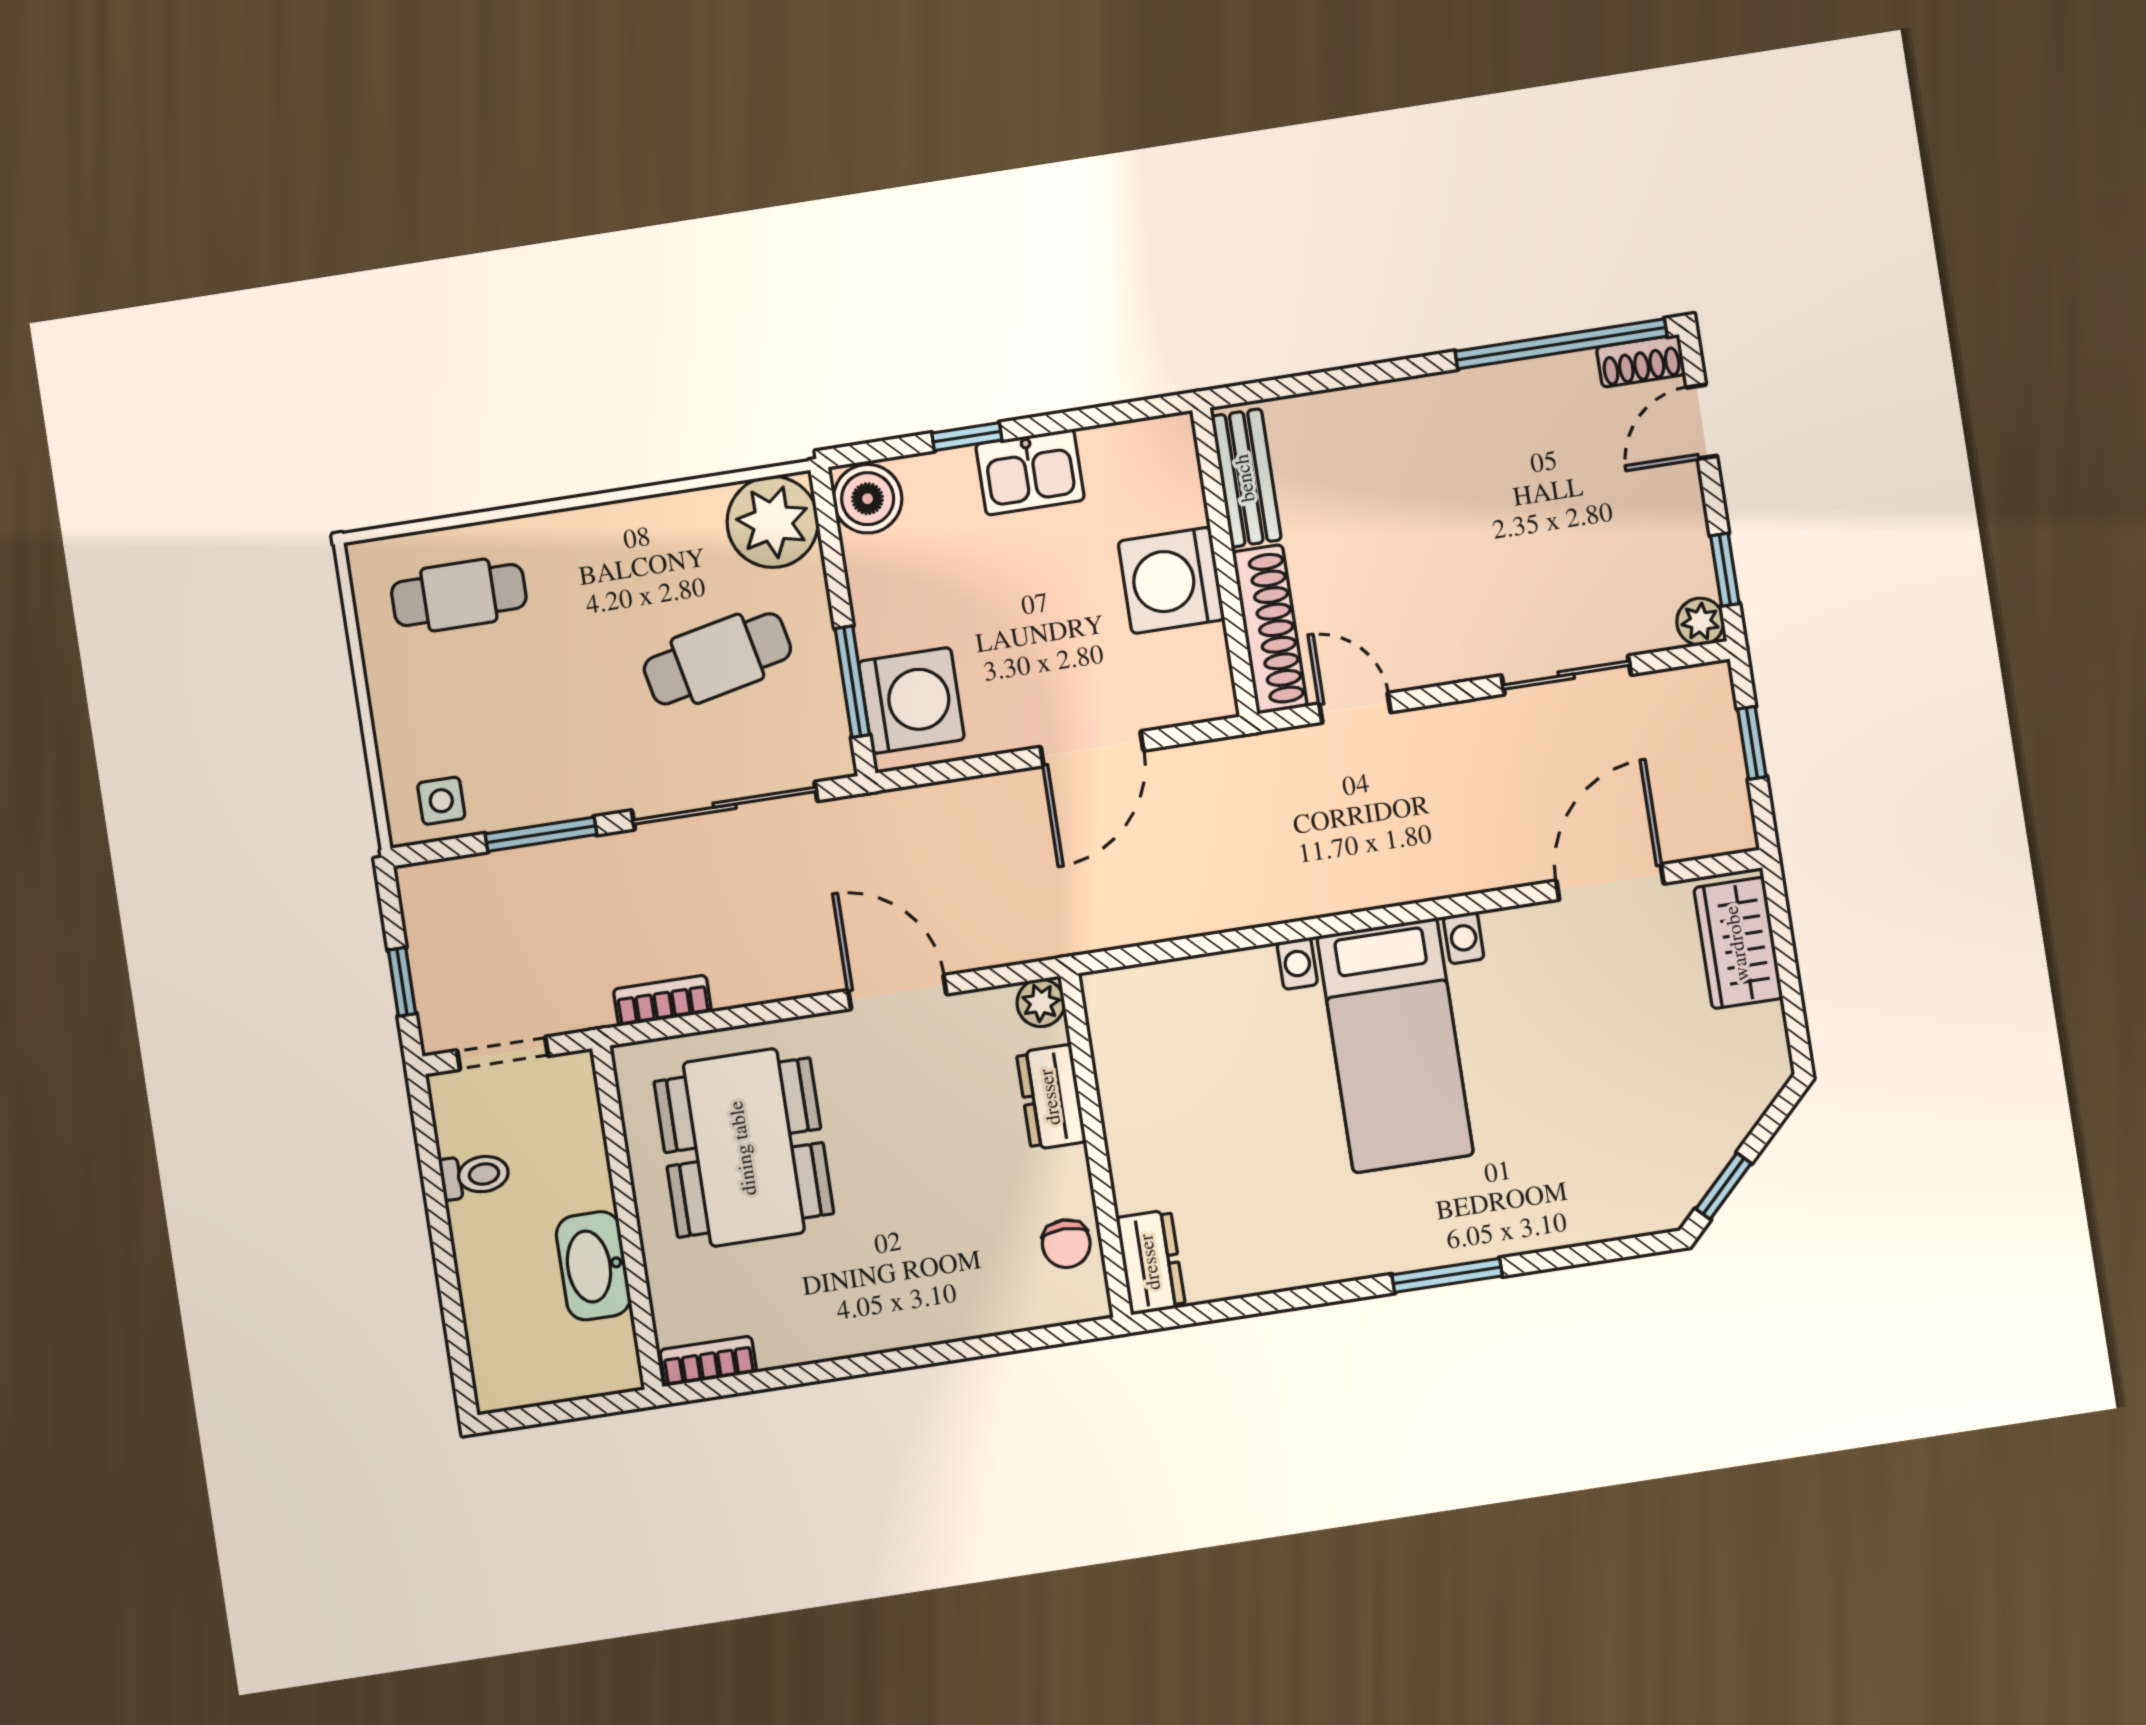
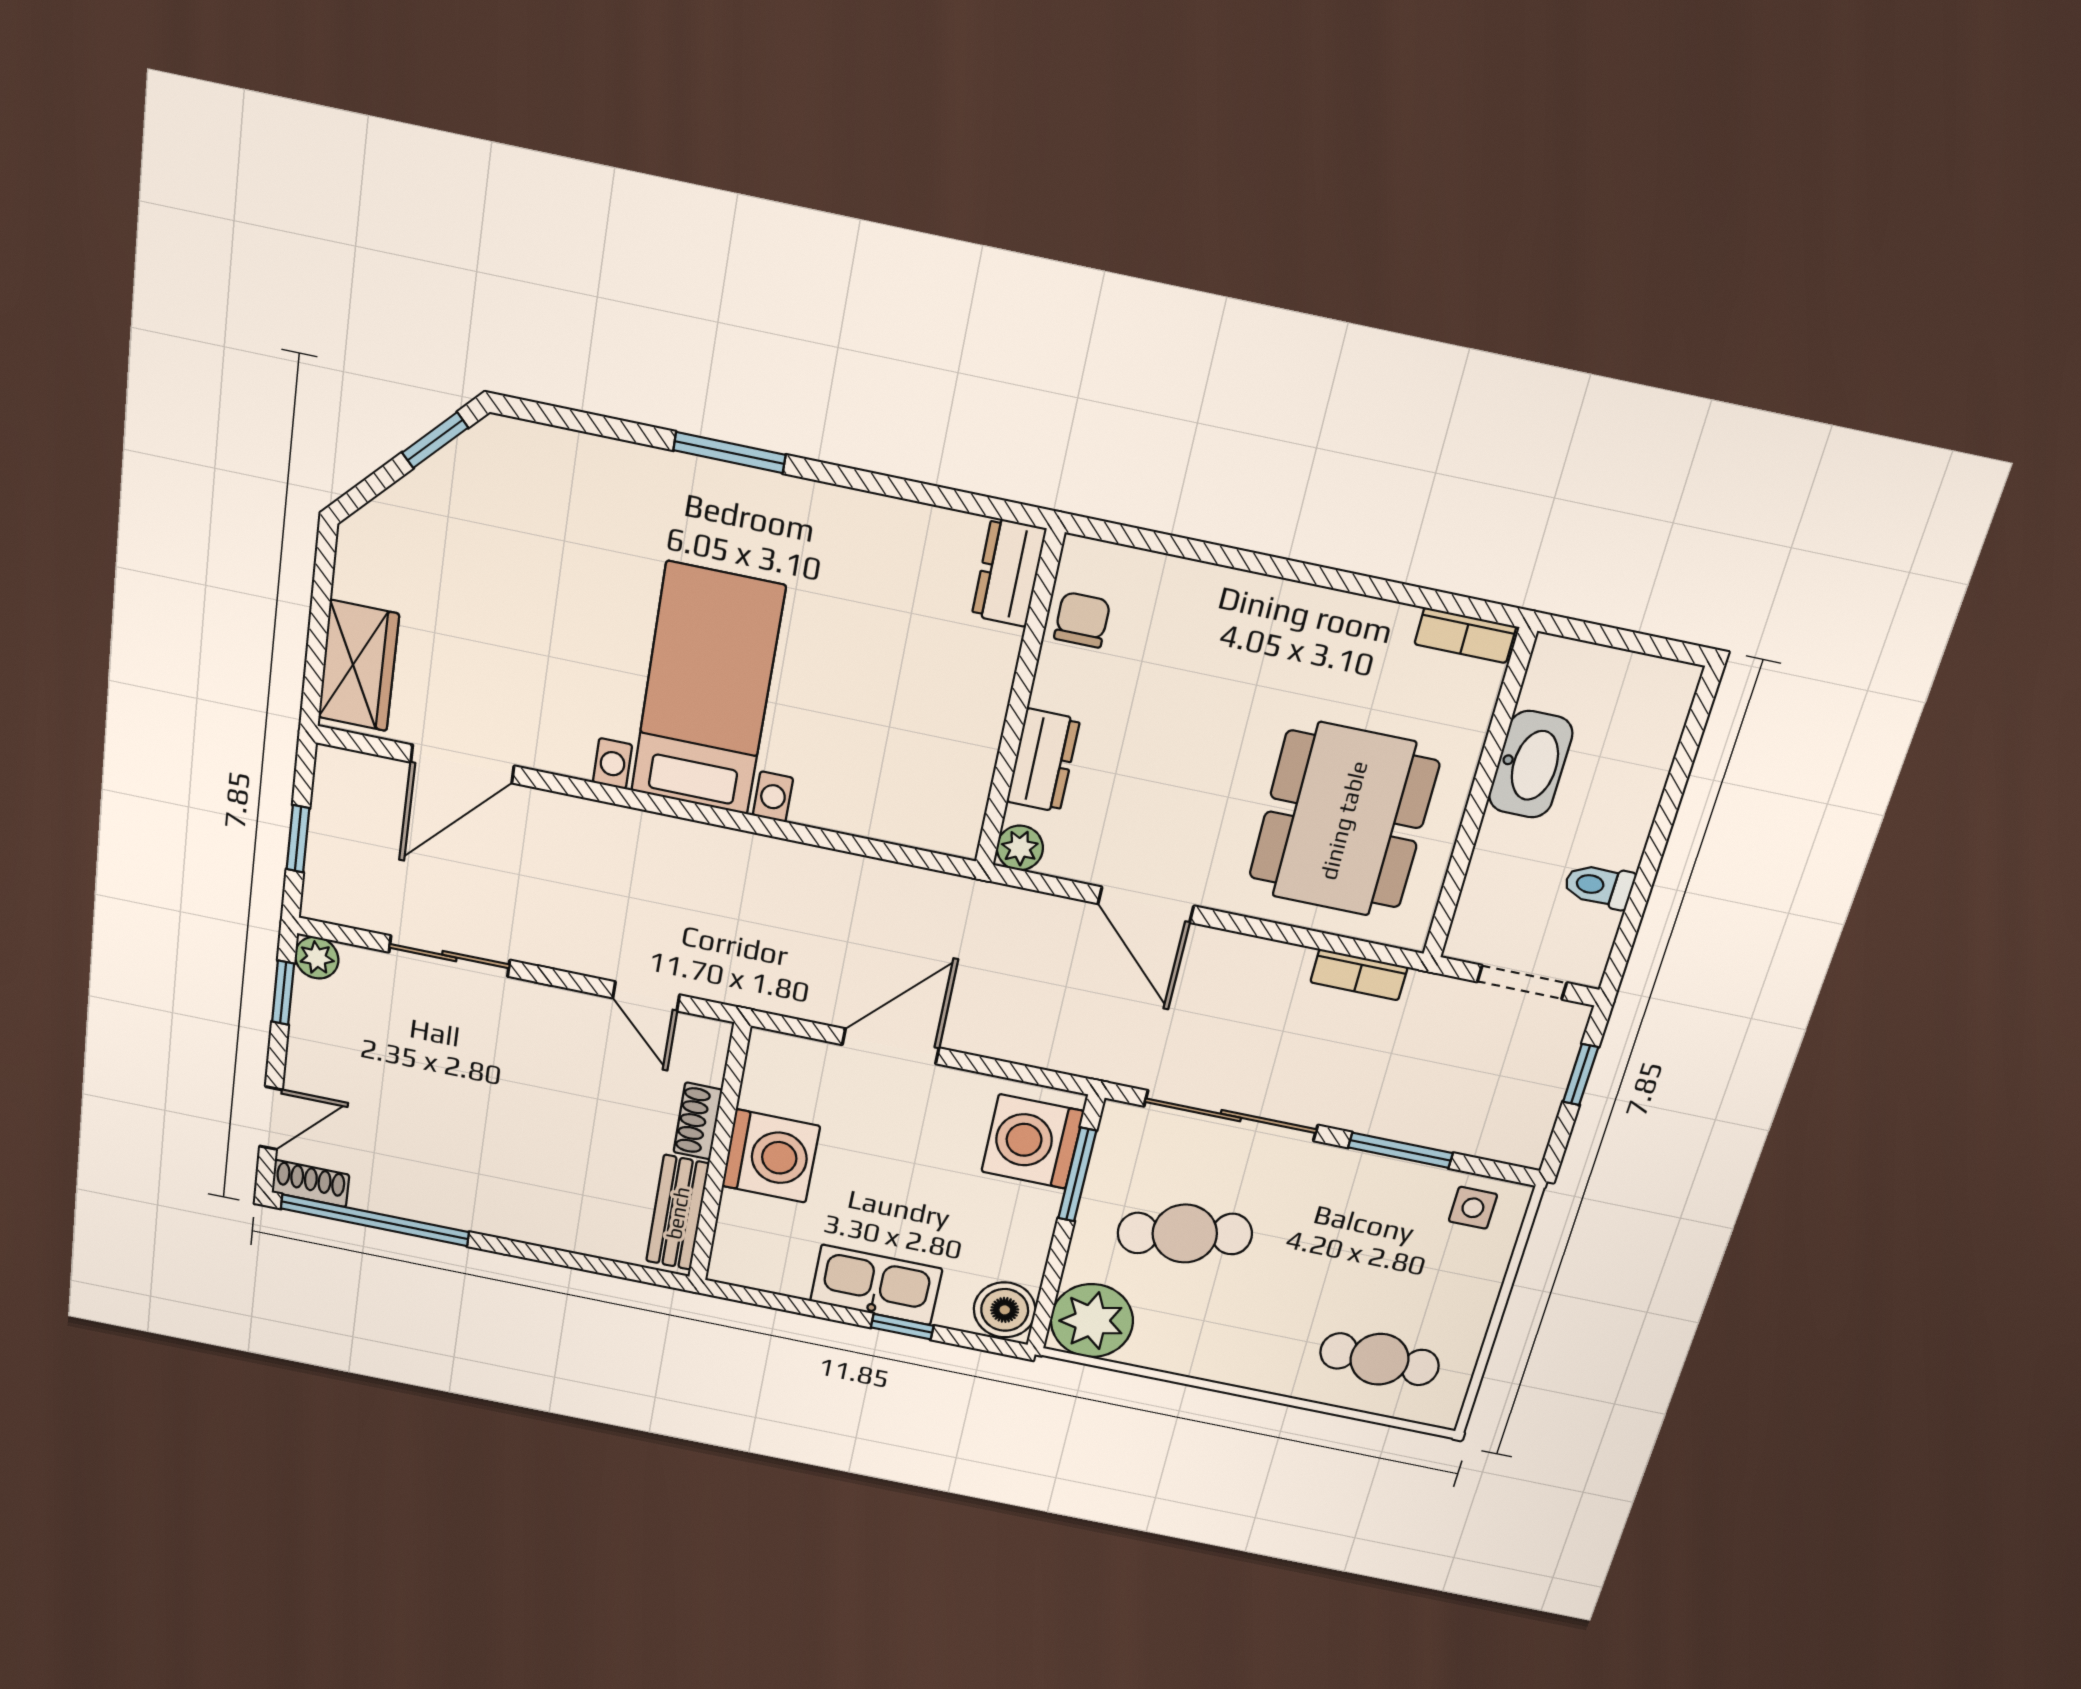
kitchen sink: (1030, 472) -> (876, 1285), width x1.38
shoe rack: (1270, 629) -> (698, 1121), width x0.51, depth x0.81

